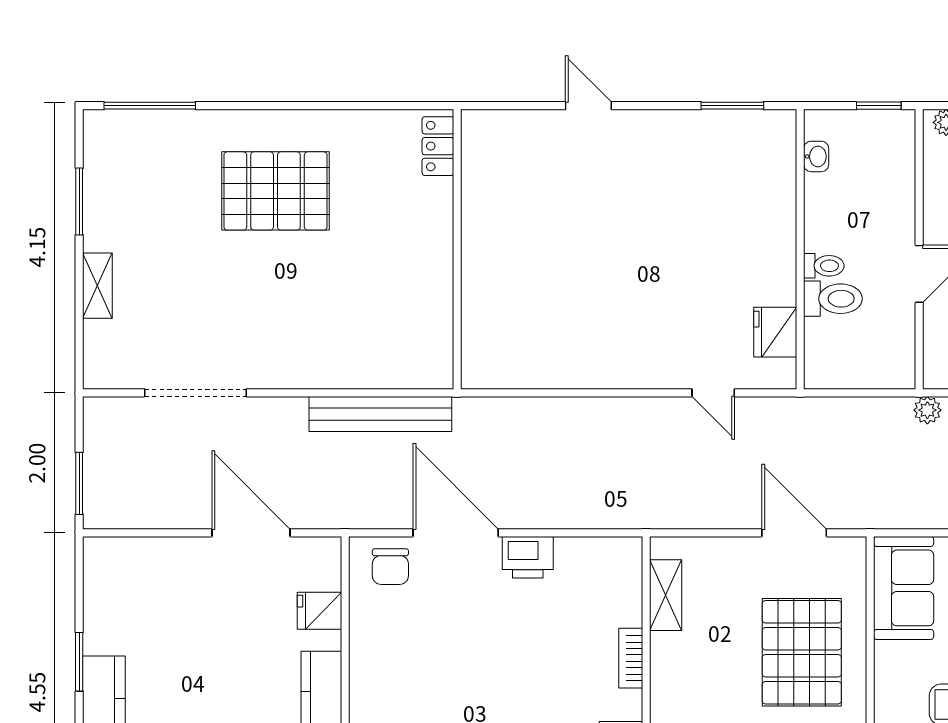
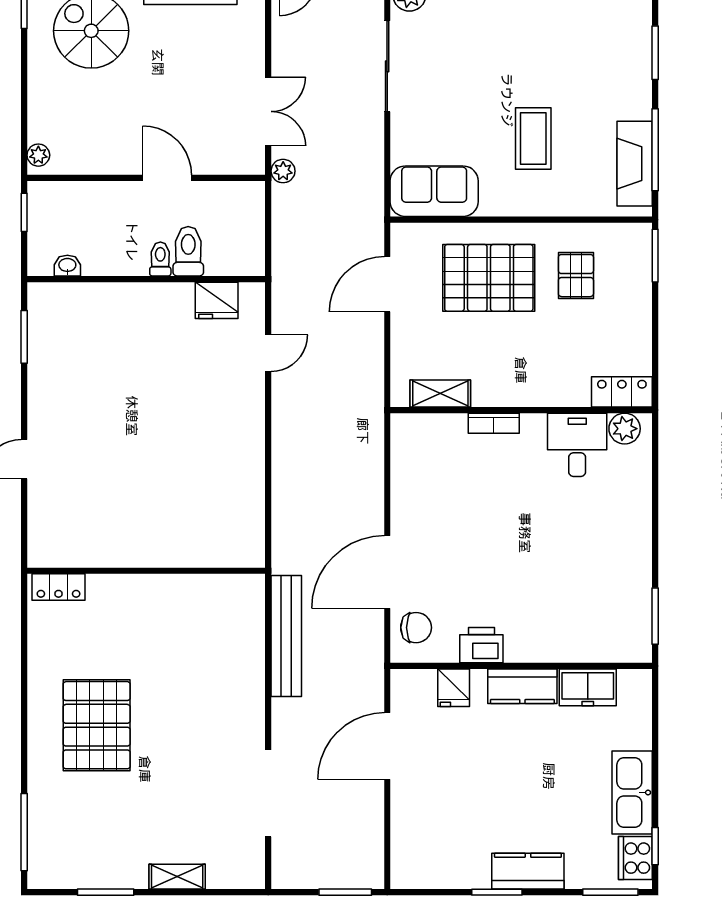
printer: (528, 557) -> (481, 645), moved, turned -90

